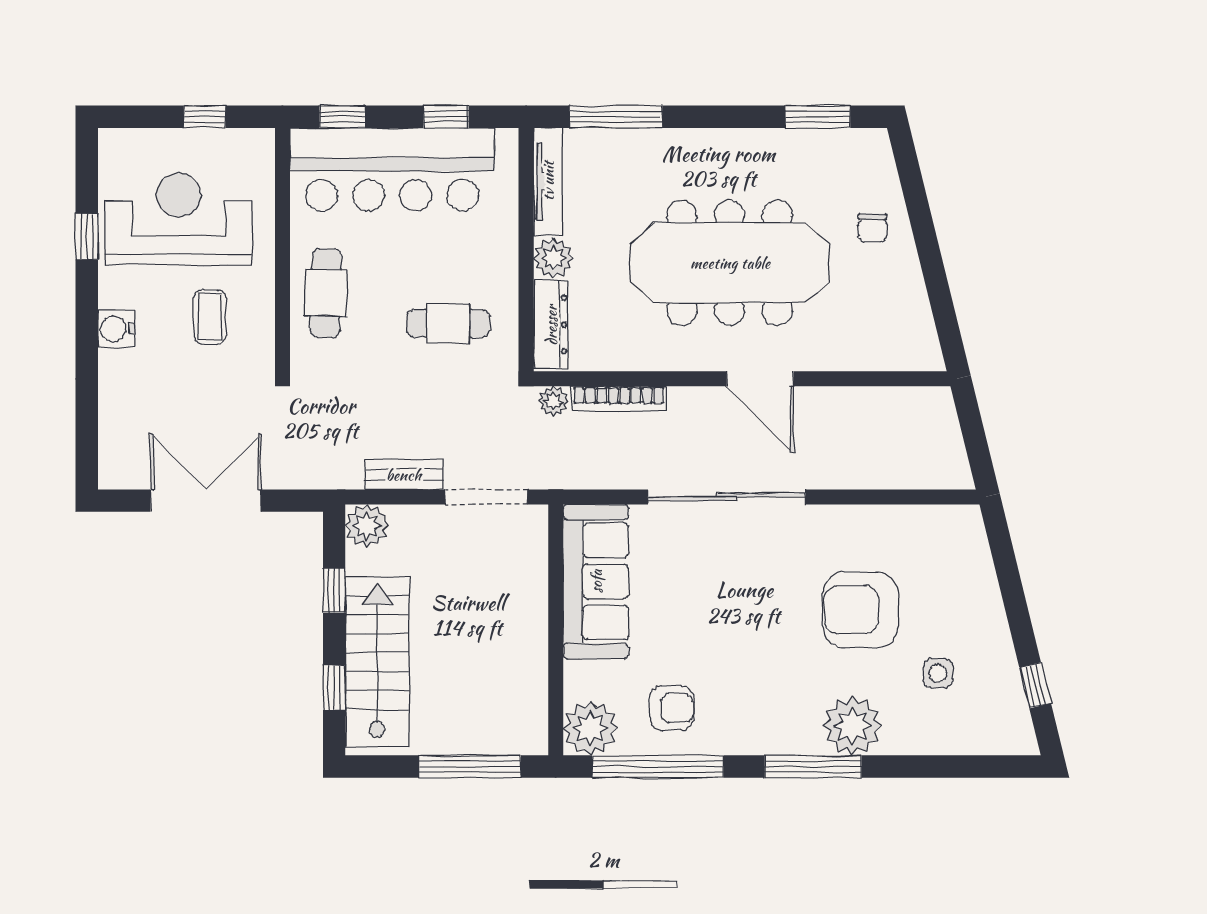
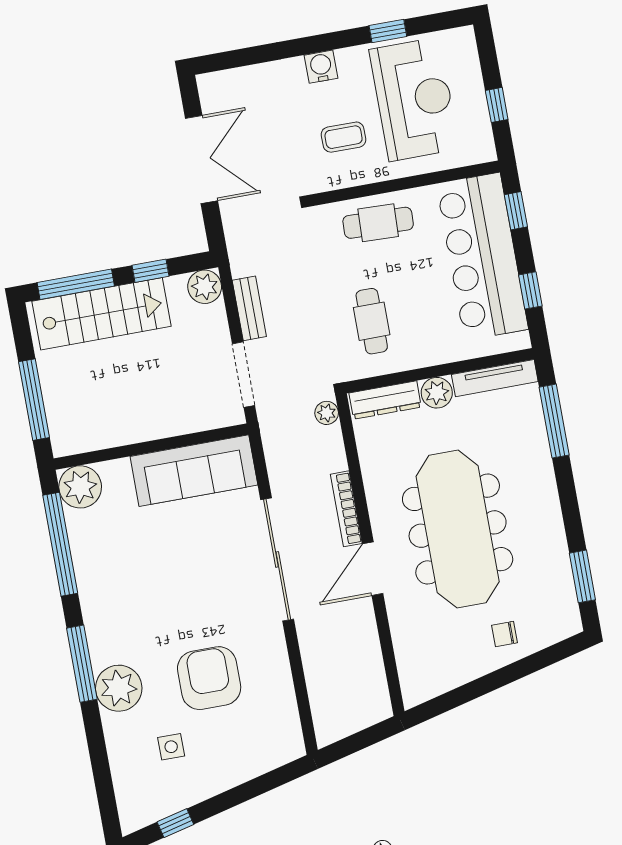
bookcase: (619, 398) -> (346, 509), moved
window: (334, 688) -> (76, 284), width x2.17
armchair: (672, 708) -> (107, 547), removed

